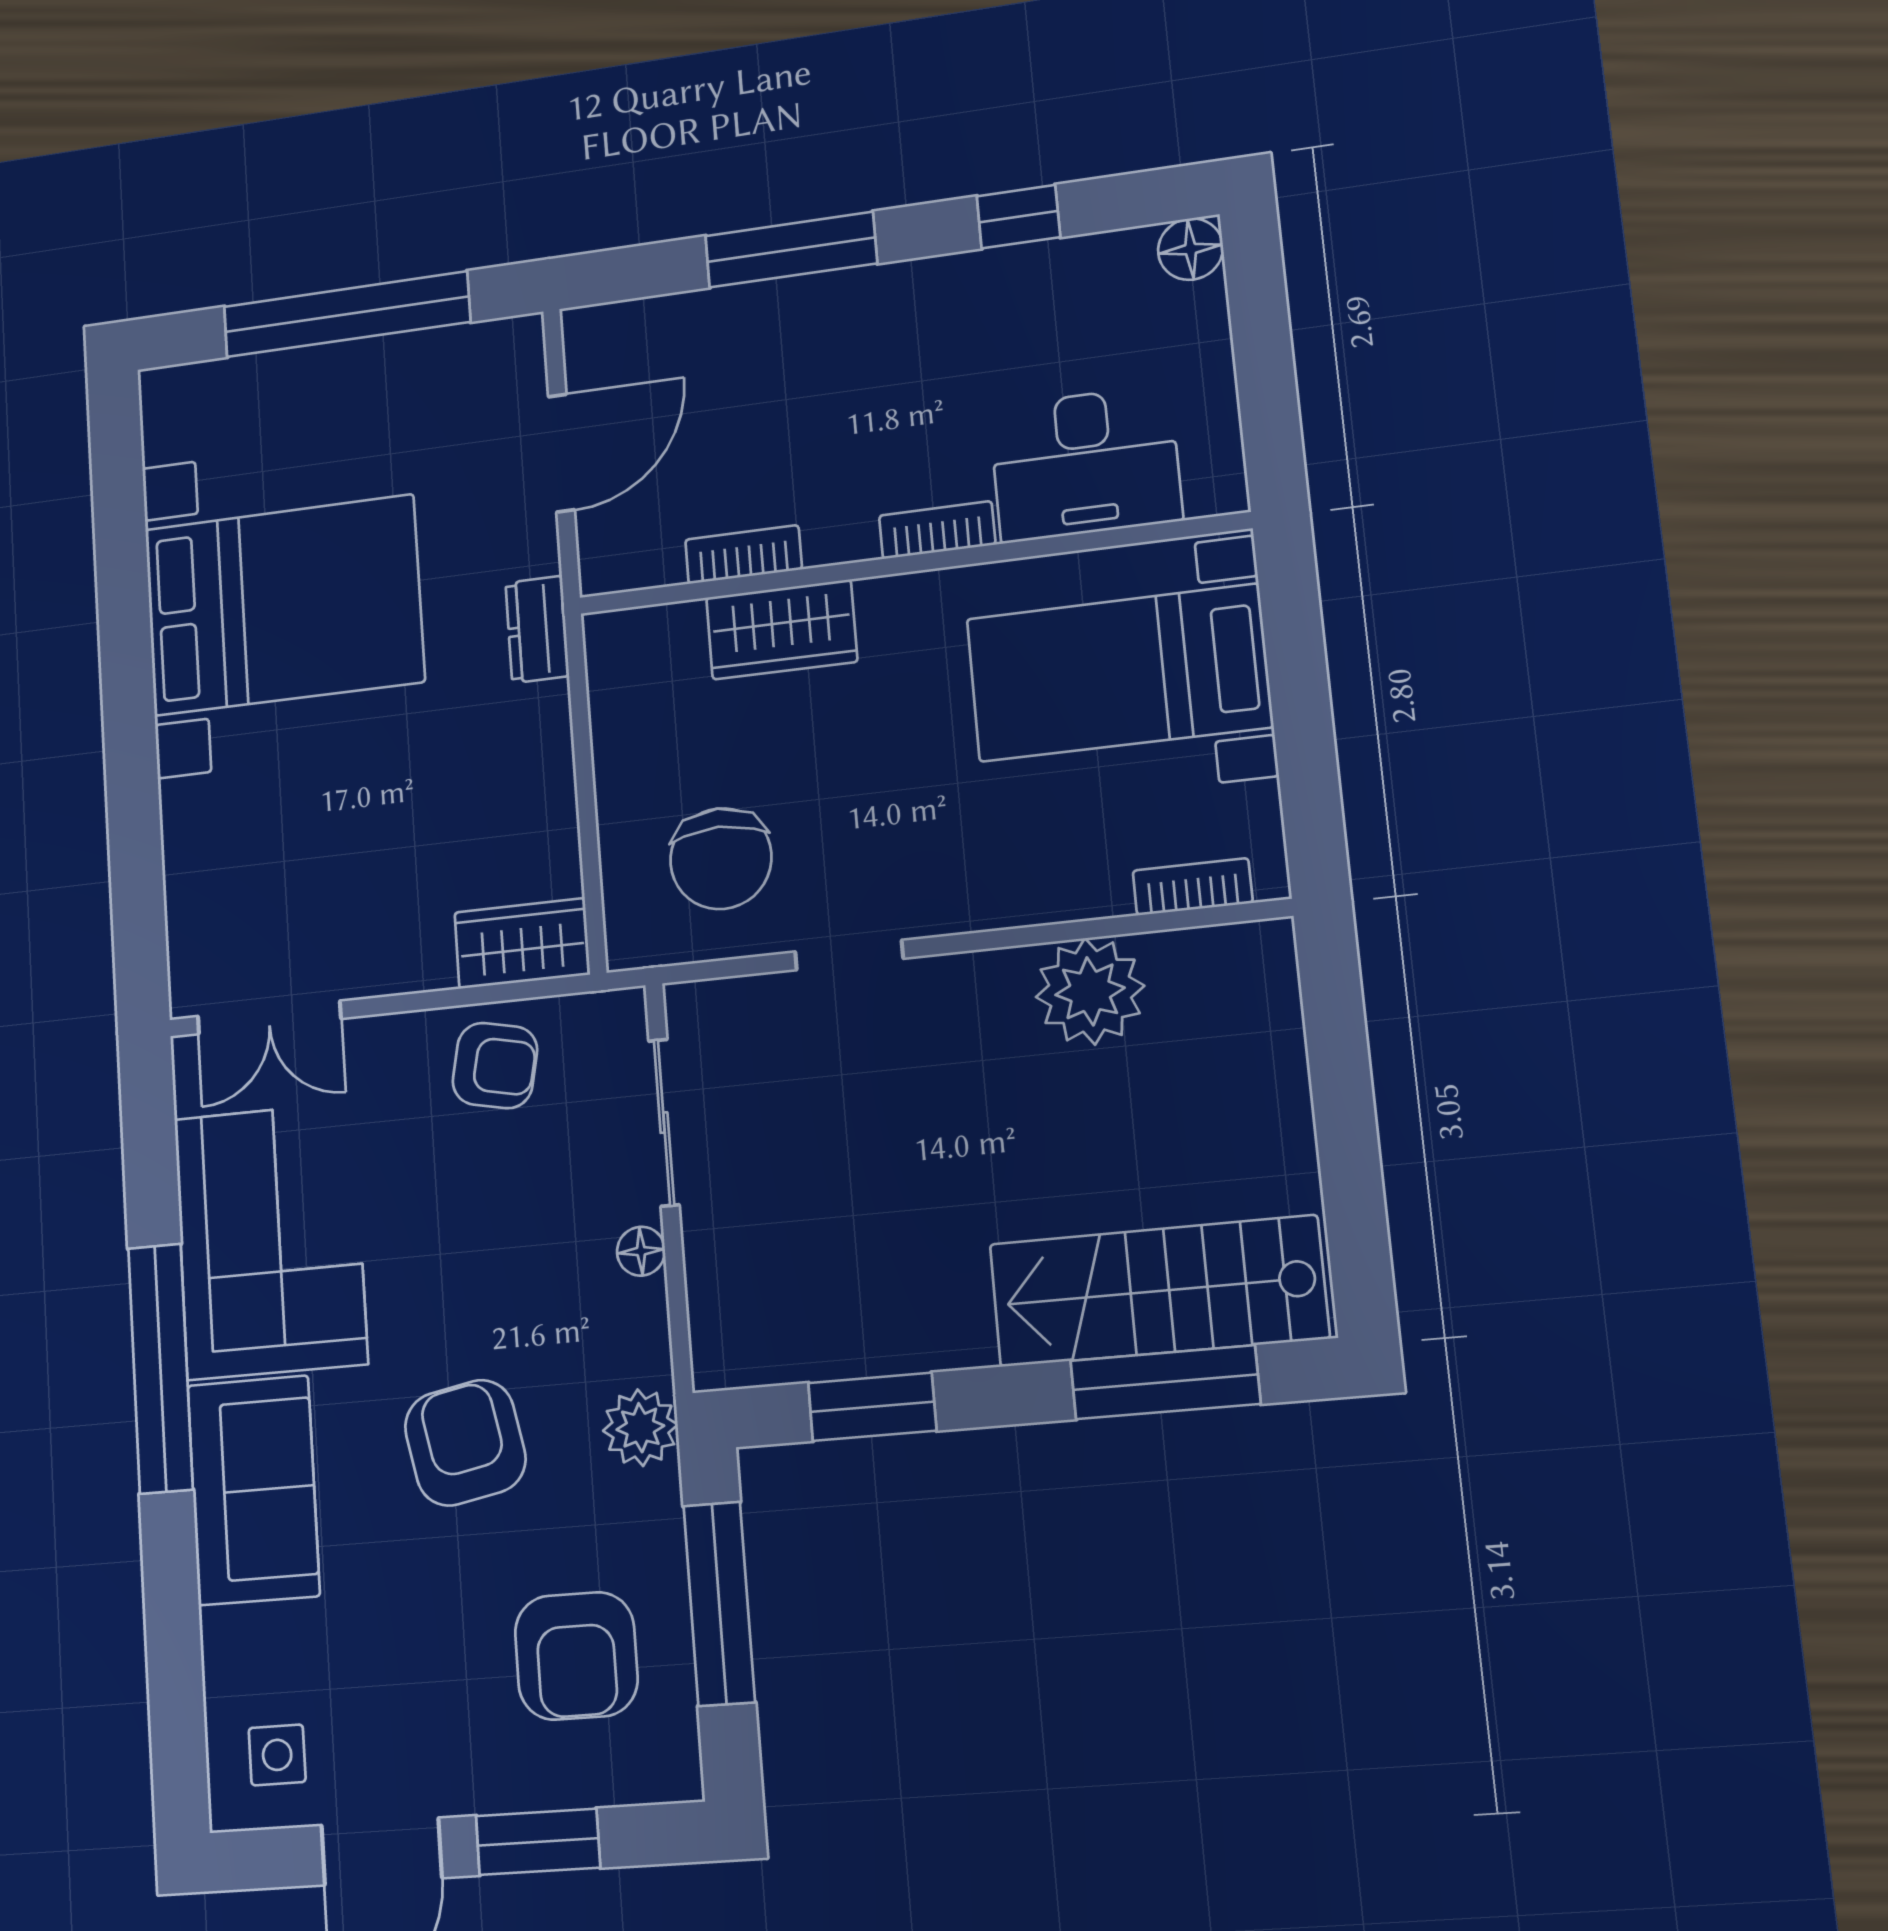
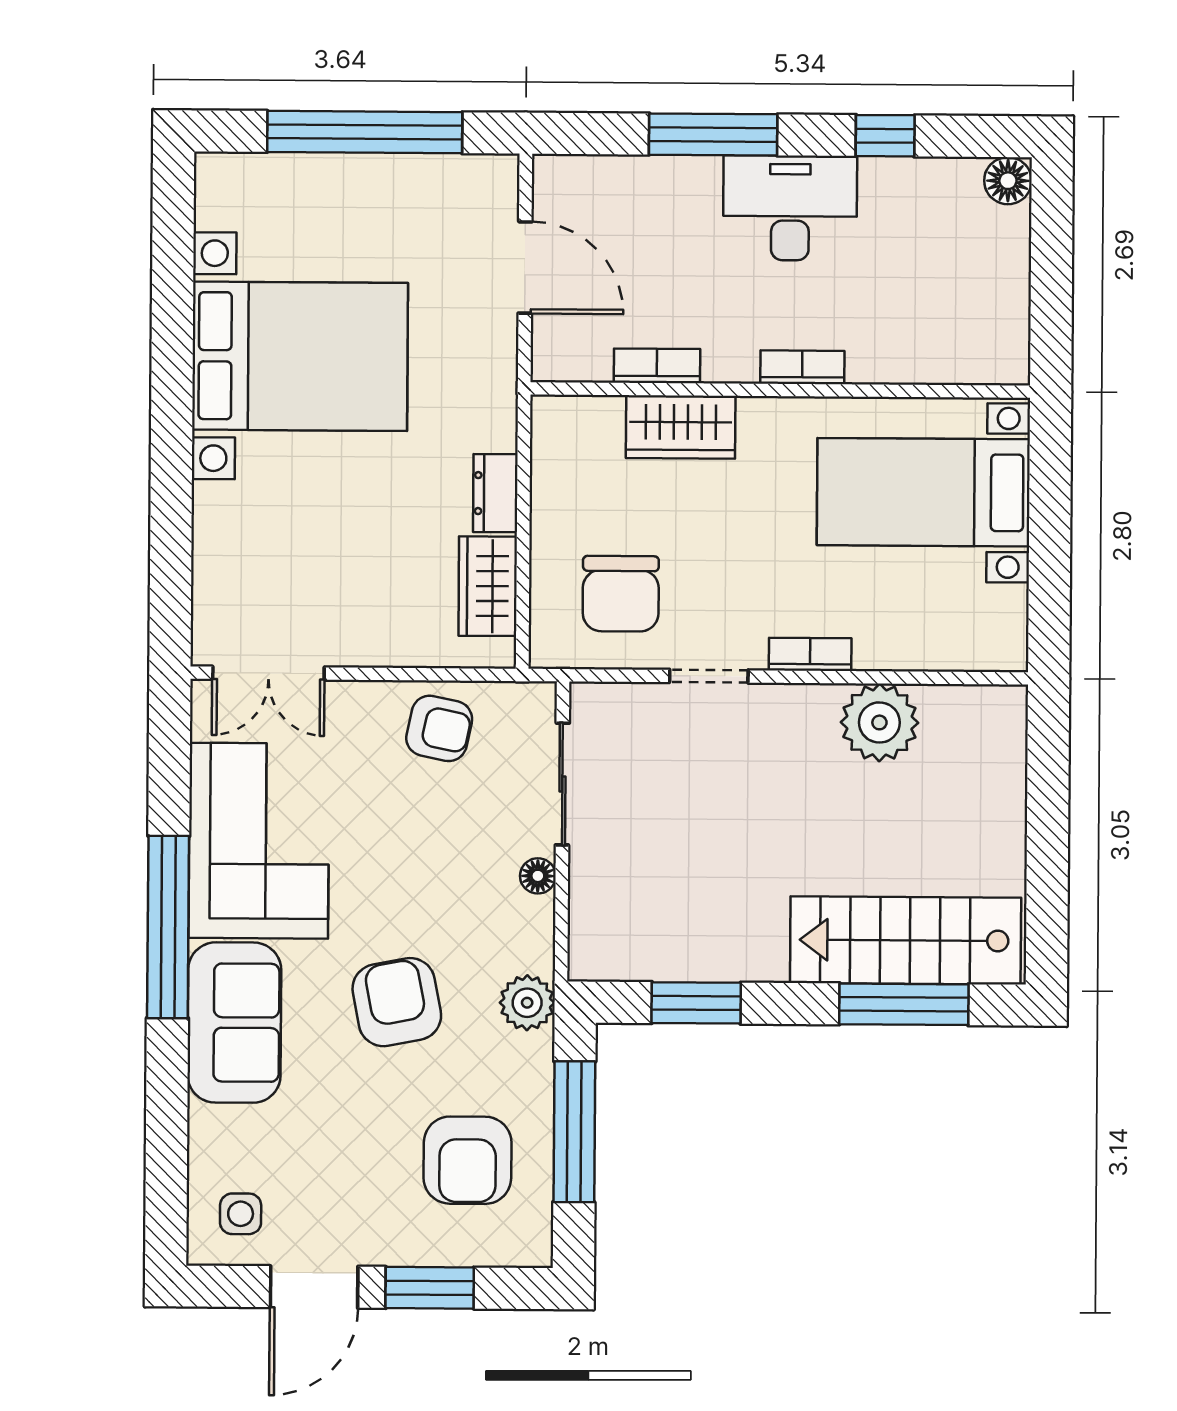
door: (561, 453) -> (525, 267), hinge flipped
desk: (1085, 464) -> (790, 208), moved, turned 180
dresser: (537, 629) -> (495, 493), moved
bookcase: (1193, 887) -> (810, 654), moved
wardrobe: (522, 943) -> (488, 586), moved, turned -90

